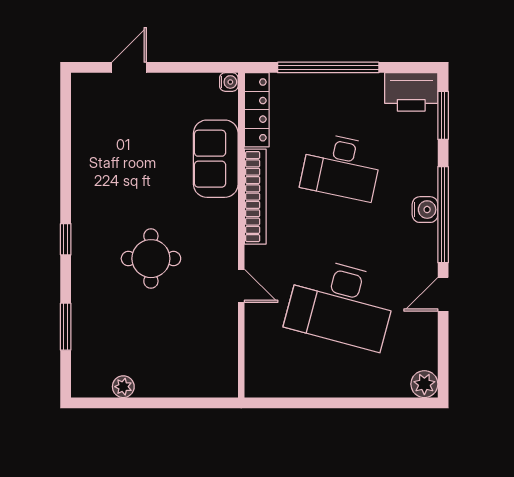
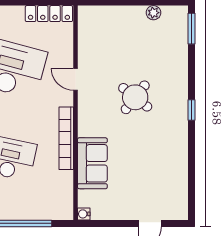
locker: (257, 110) -> (49, 14), moved, turned -90
round table: (151, 259) -> (135, 97), turned 38
window: (66, 327) -> (191, 29), moved

